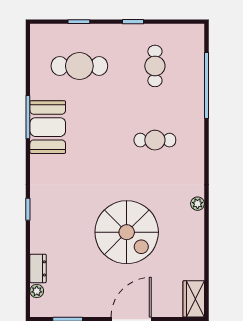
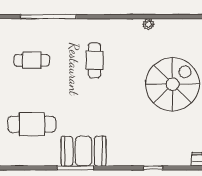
cafe table: (79, 66) -> (32, 124), turned 90

